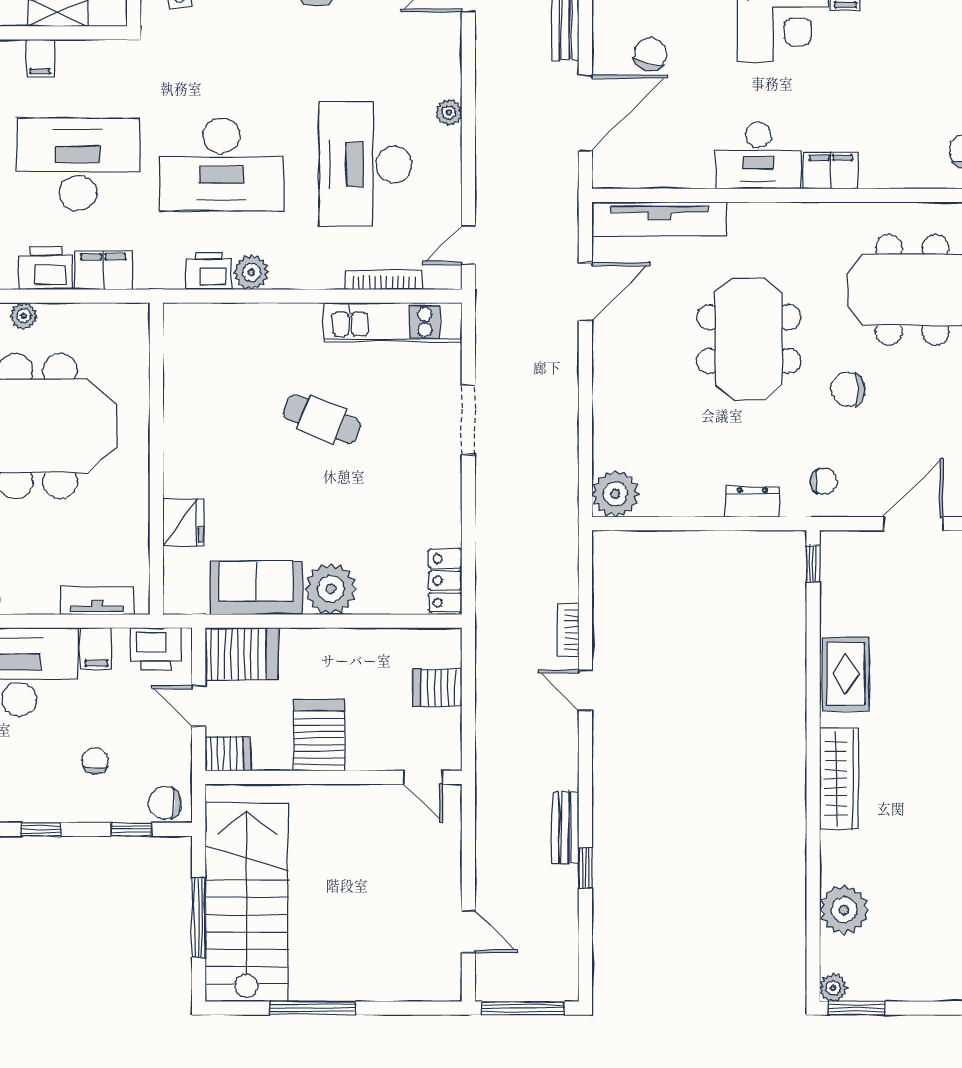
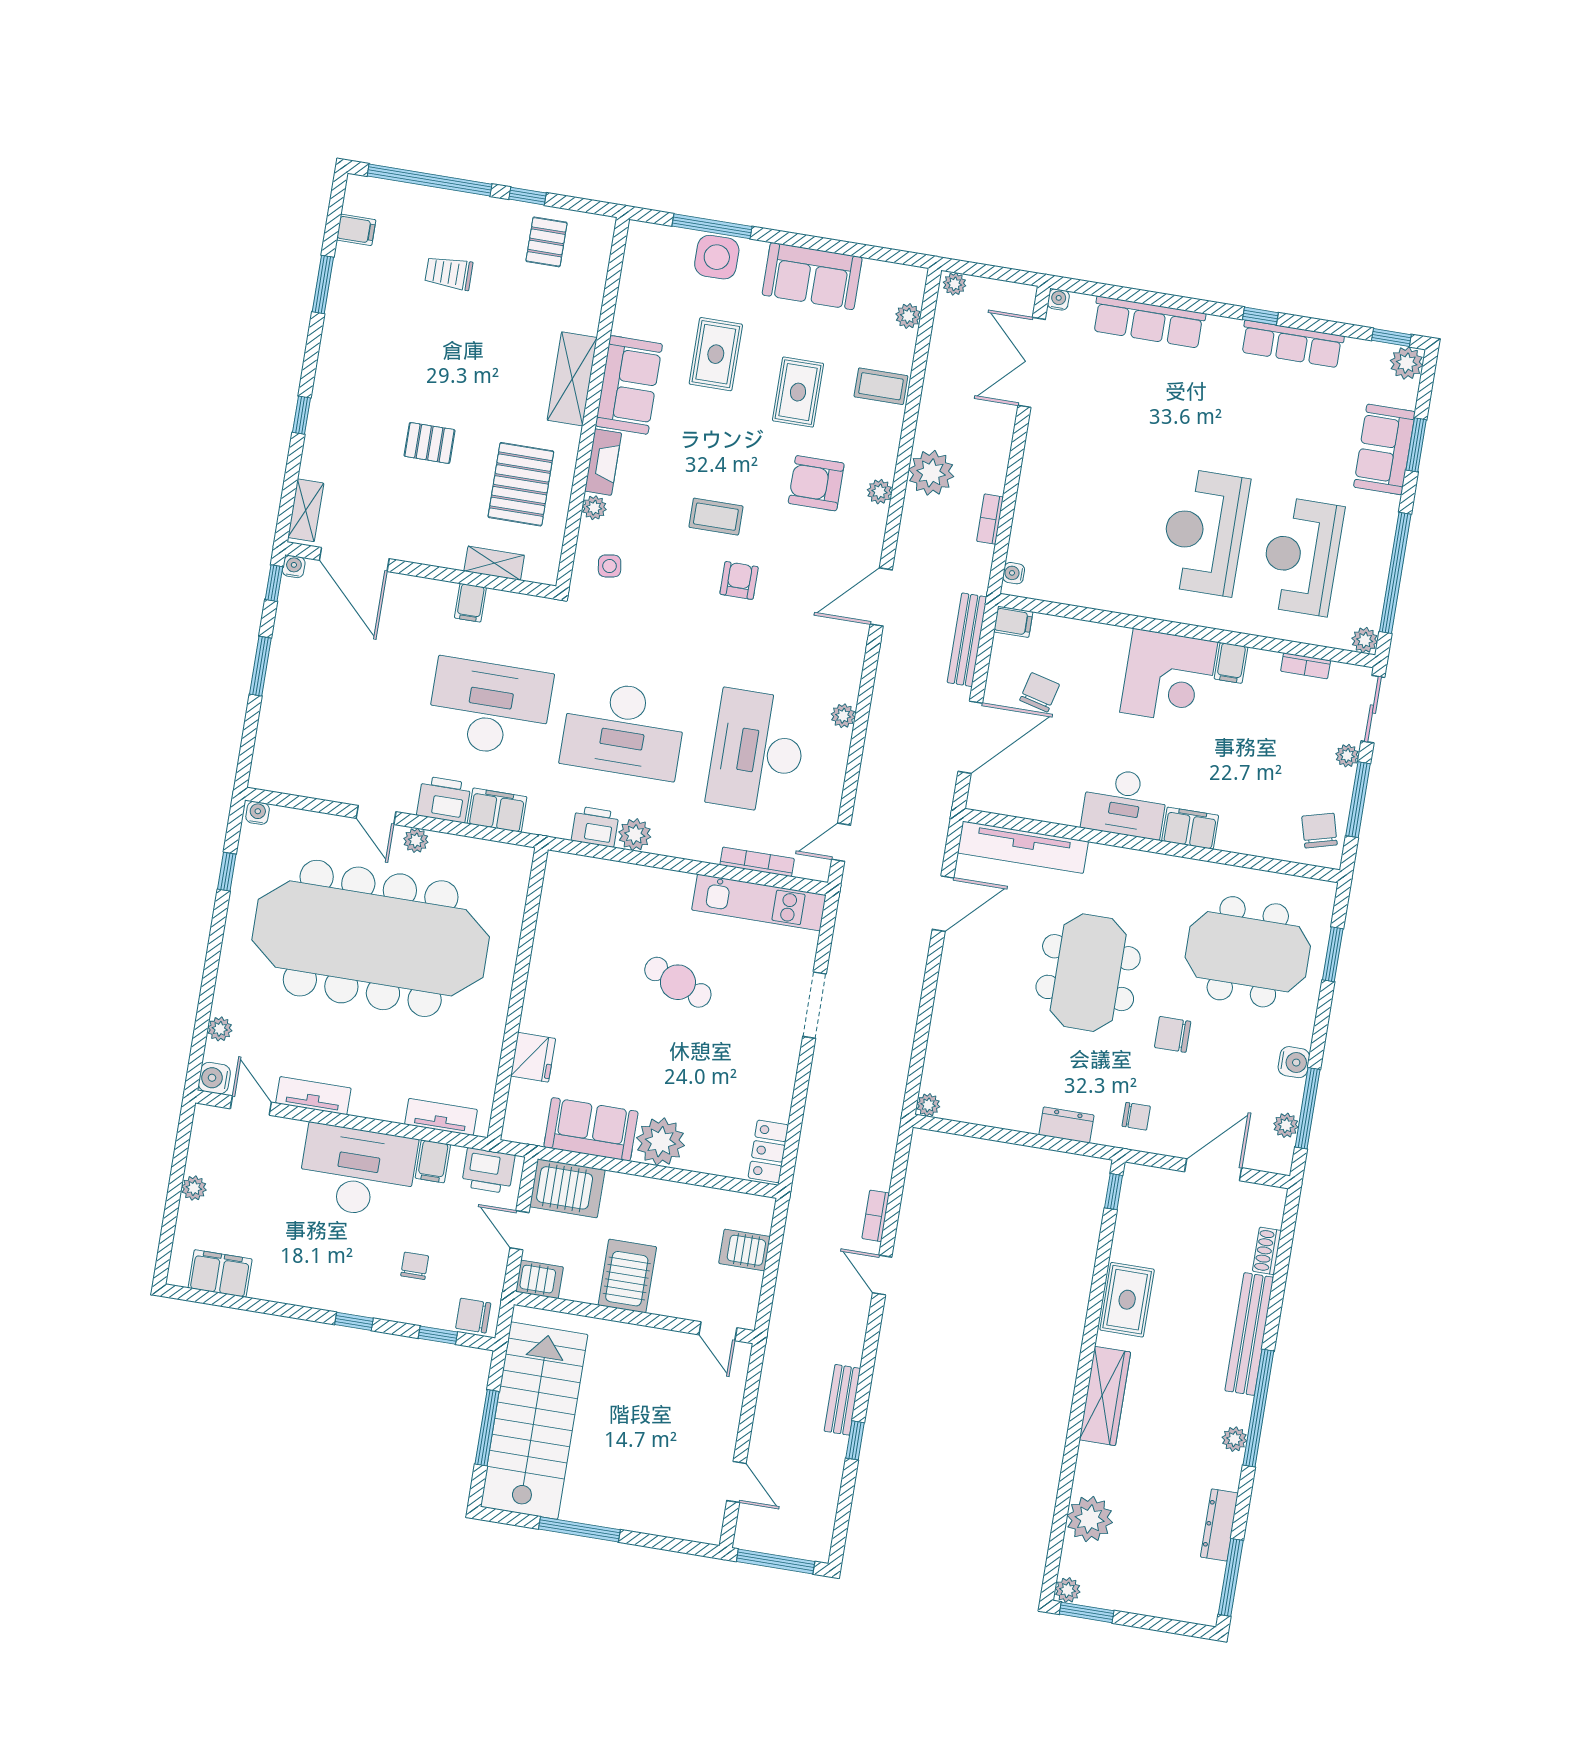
plant: (615, 494) -> (928, 1105), width x0.53, depth x0.53

